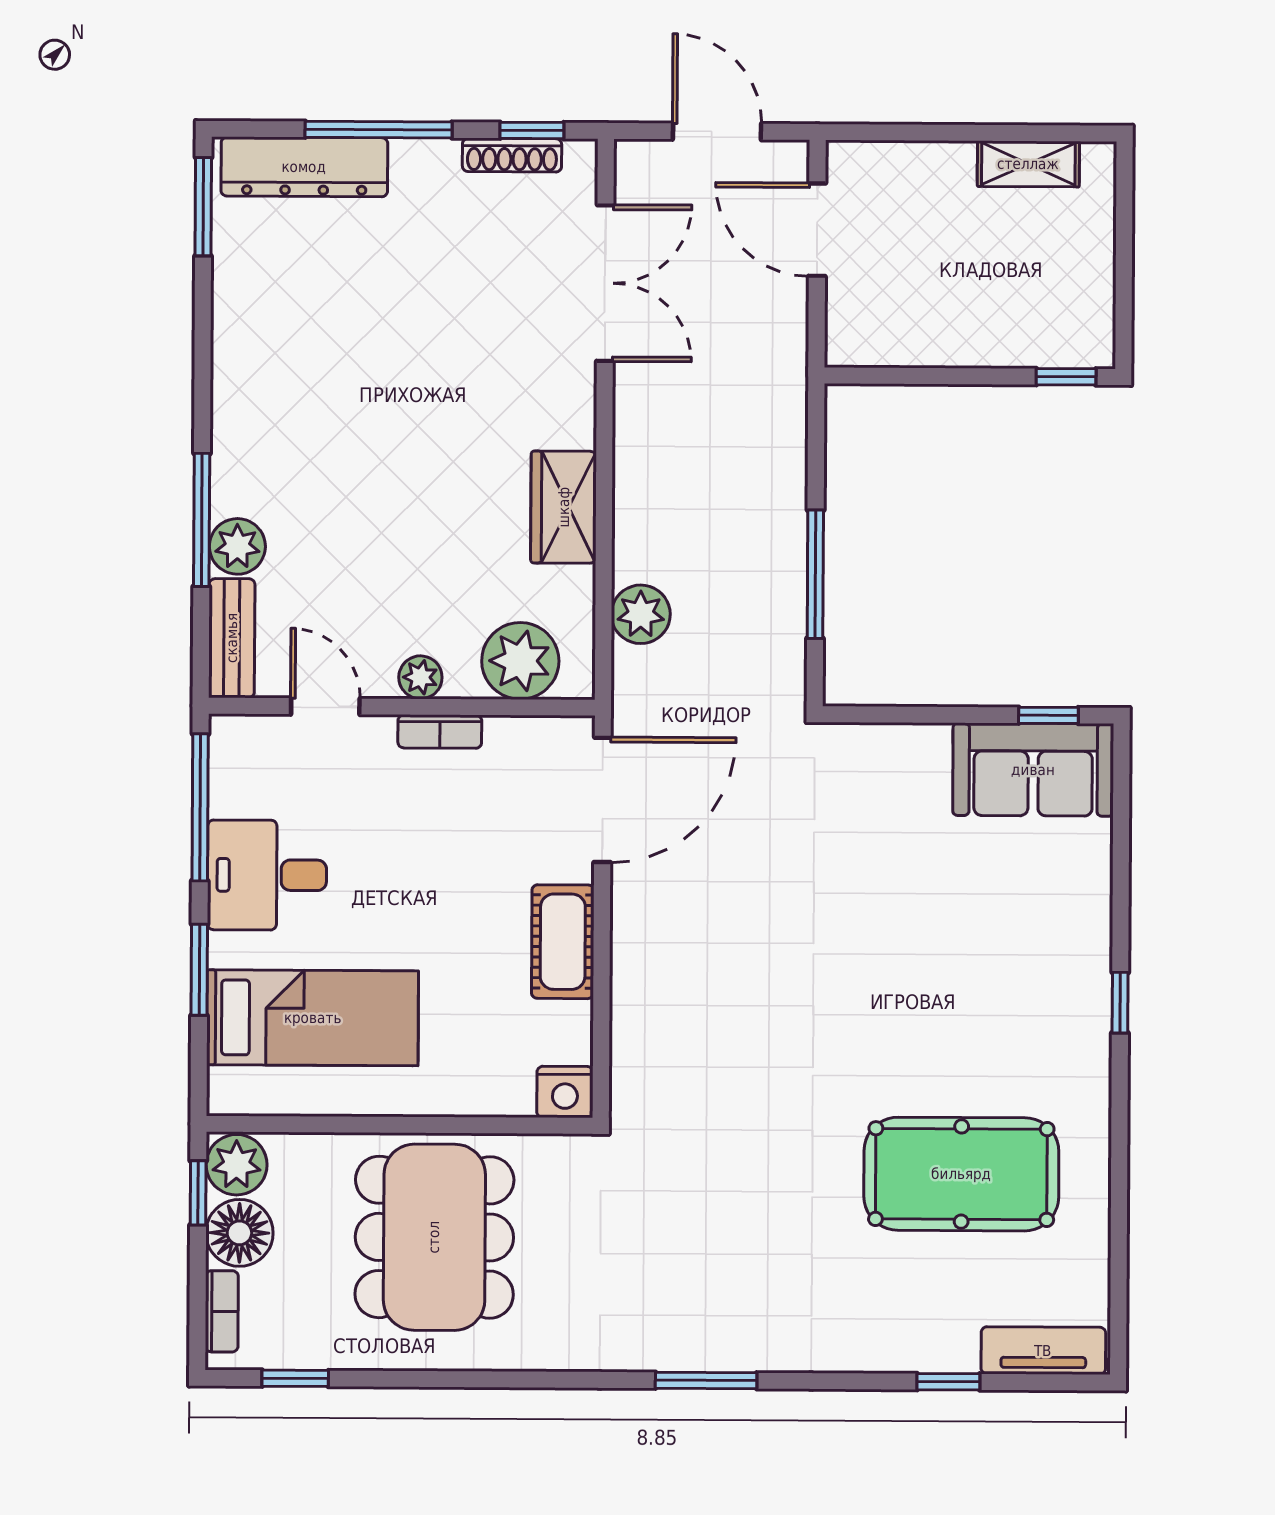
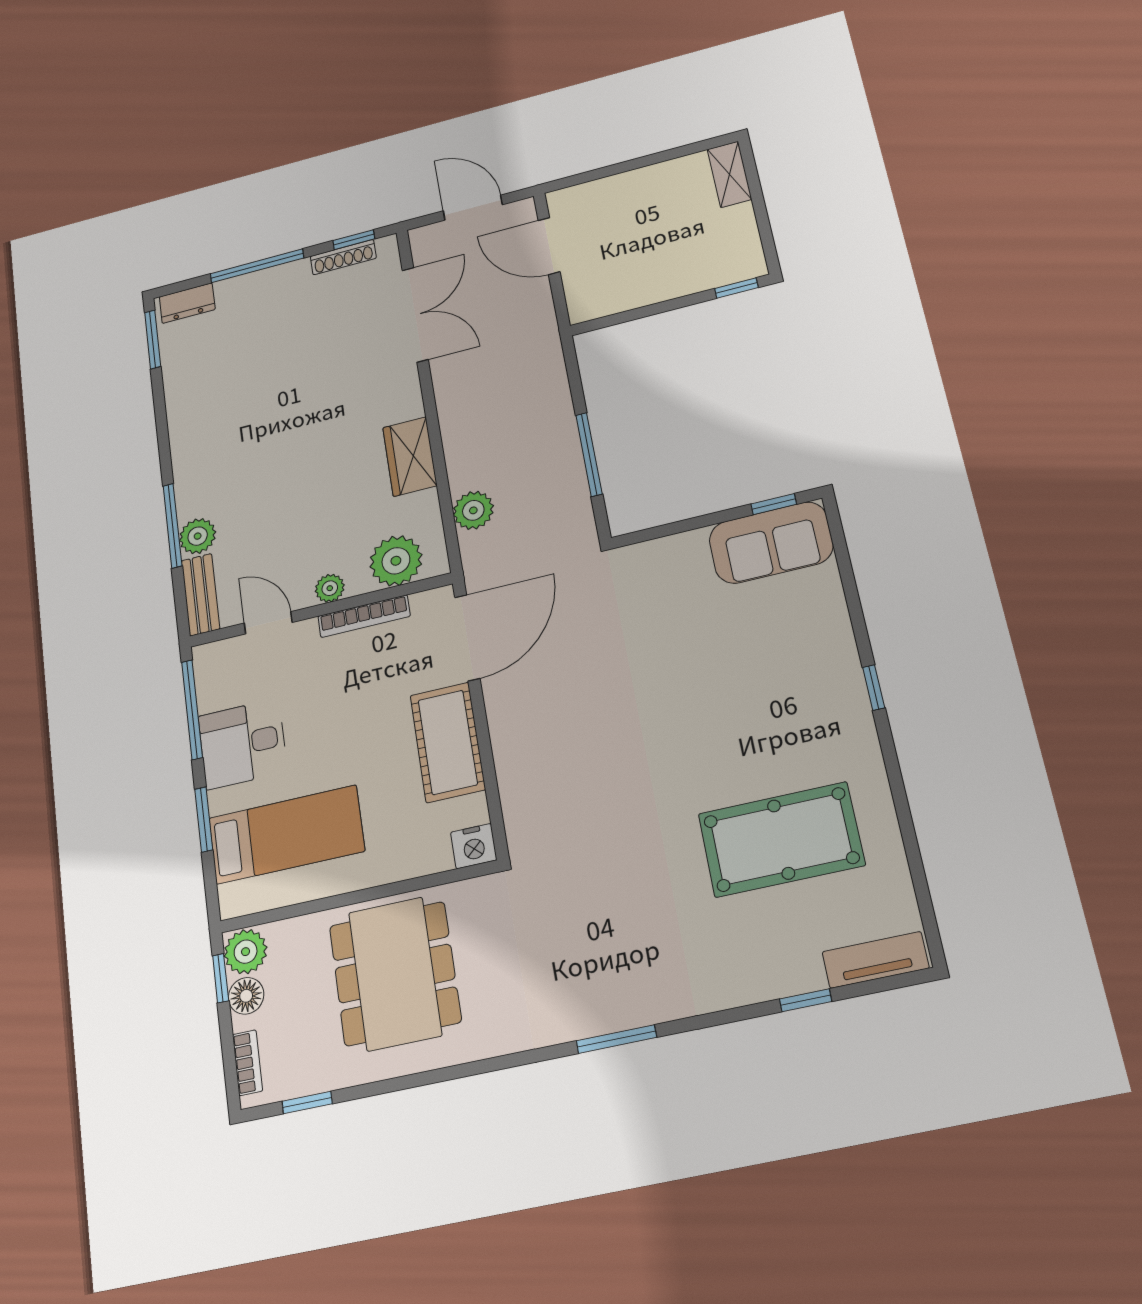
shelving: (1028, 164) -> (729, 174), moved, turned 90
dresser: (304, 167) -> (187, 303), width x0.51, depth x0.80
bookcase: (440, 732) -> (364, 616), width x1.56
cot: (563, 942) -> (448, 742), width x1.37, depth x1.34
floor lamp: (239, 1233) -> (246, 996), width x0.73, depth x0.73

